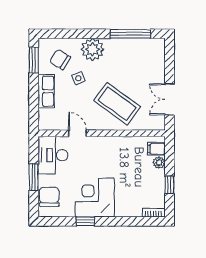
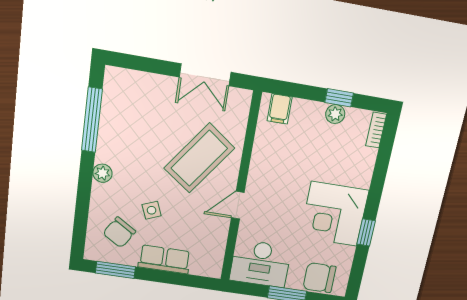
plant: (92, 49) -> (102, 173), width x0.53, depth x0.53
door: (77, 133) -> (238, 205), moved
plant: (159, 163) -> (335, 114), moved

